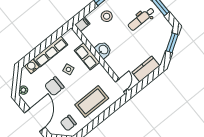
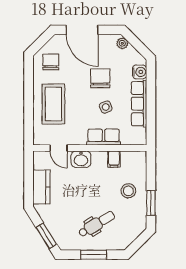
dental chair: (141, 19) -> (97, 224), turned 59
filing cabinet: (82, 24) -> (114, 159), moved
washbasin: (103, 50) -> (81, 159), moved
door: (121, 85) -> (59, 148), moved

